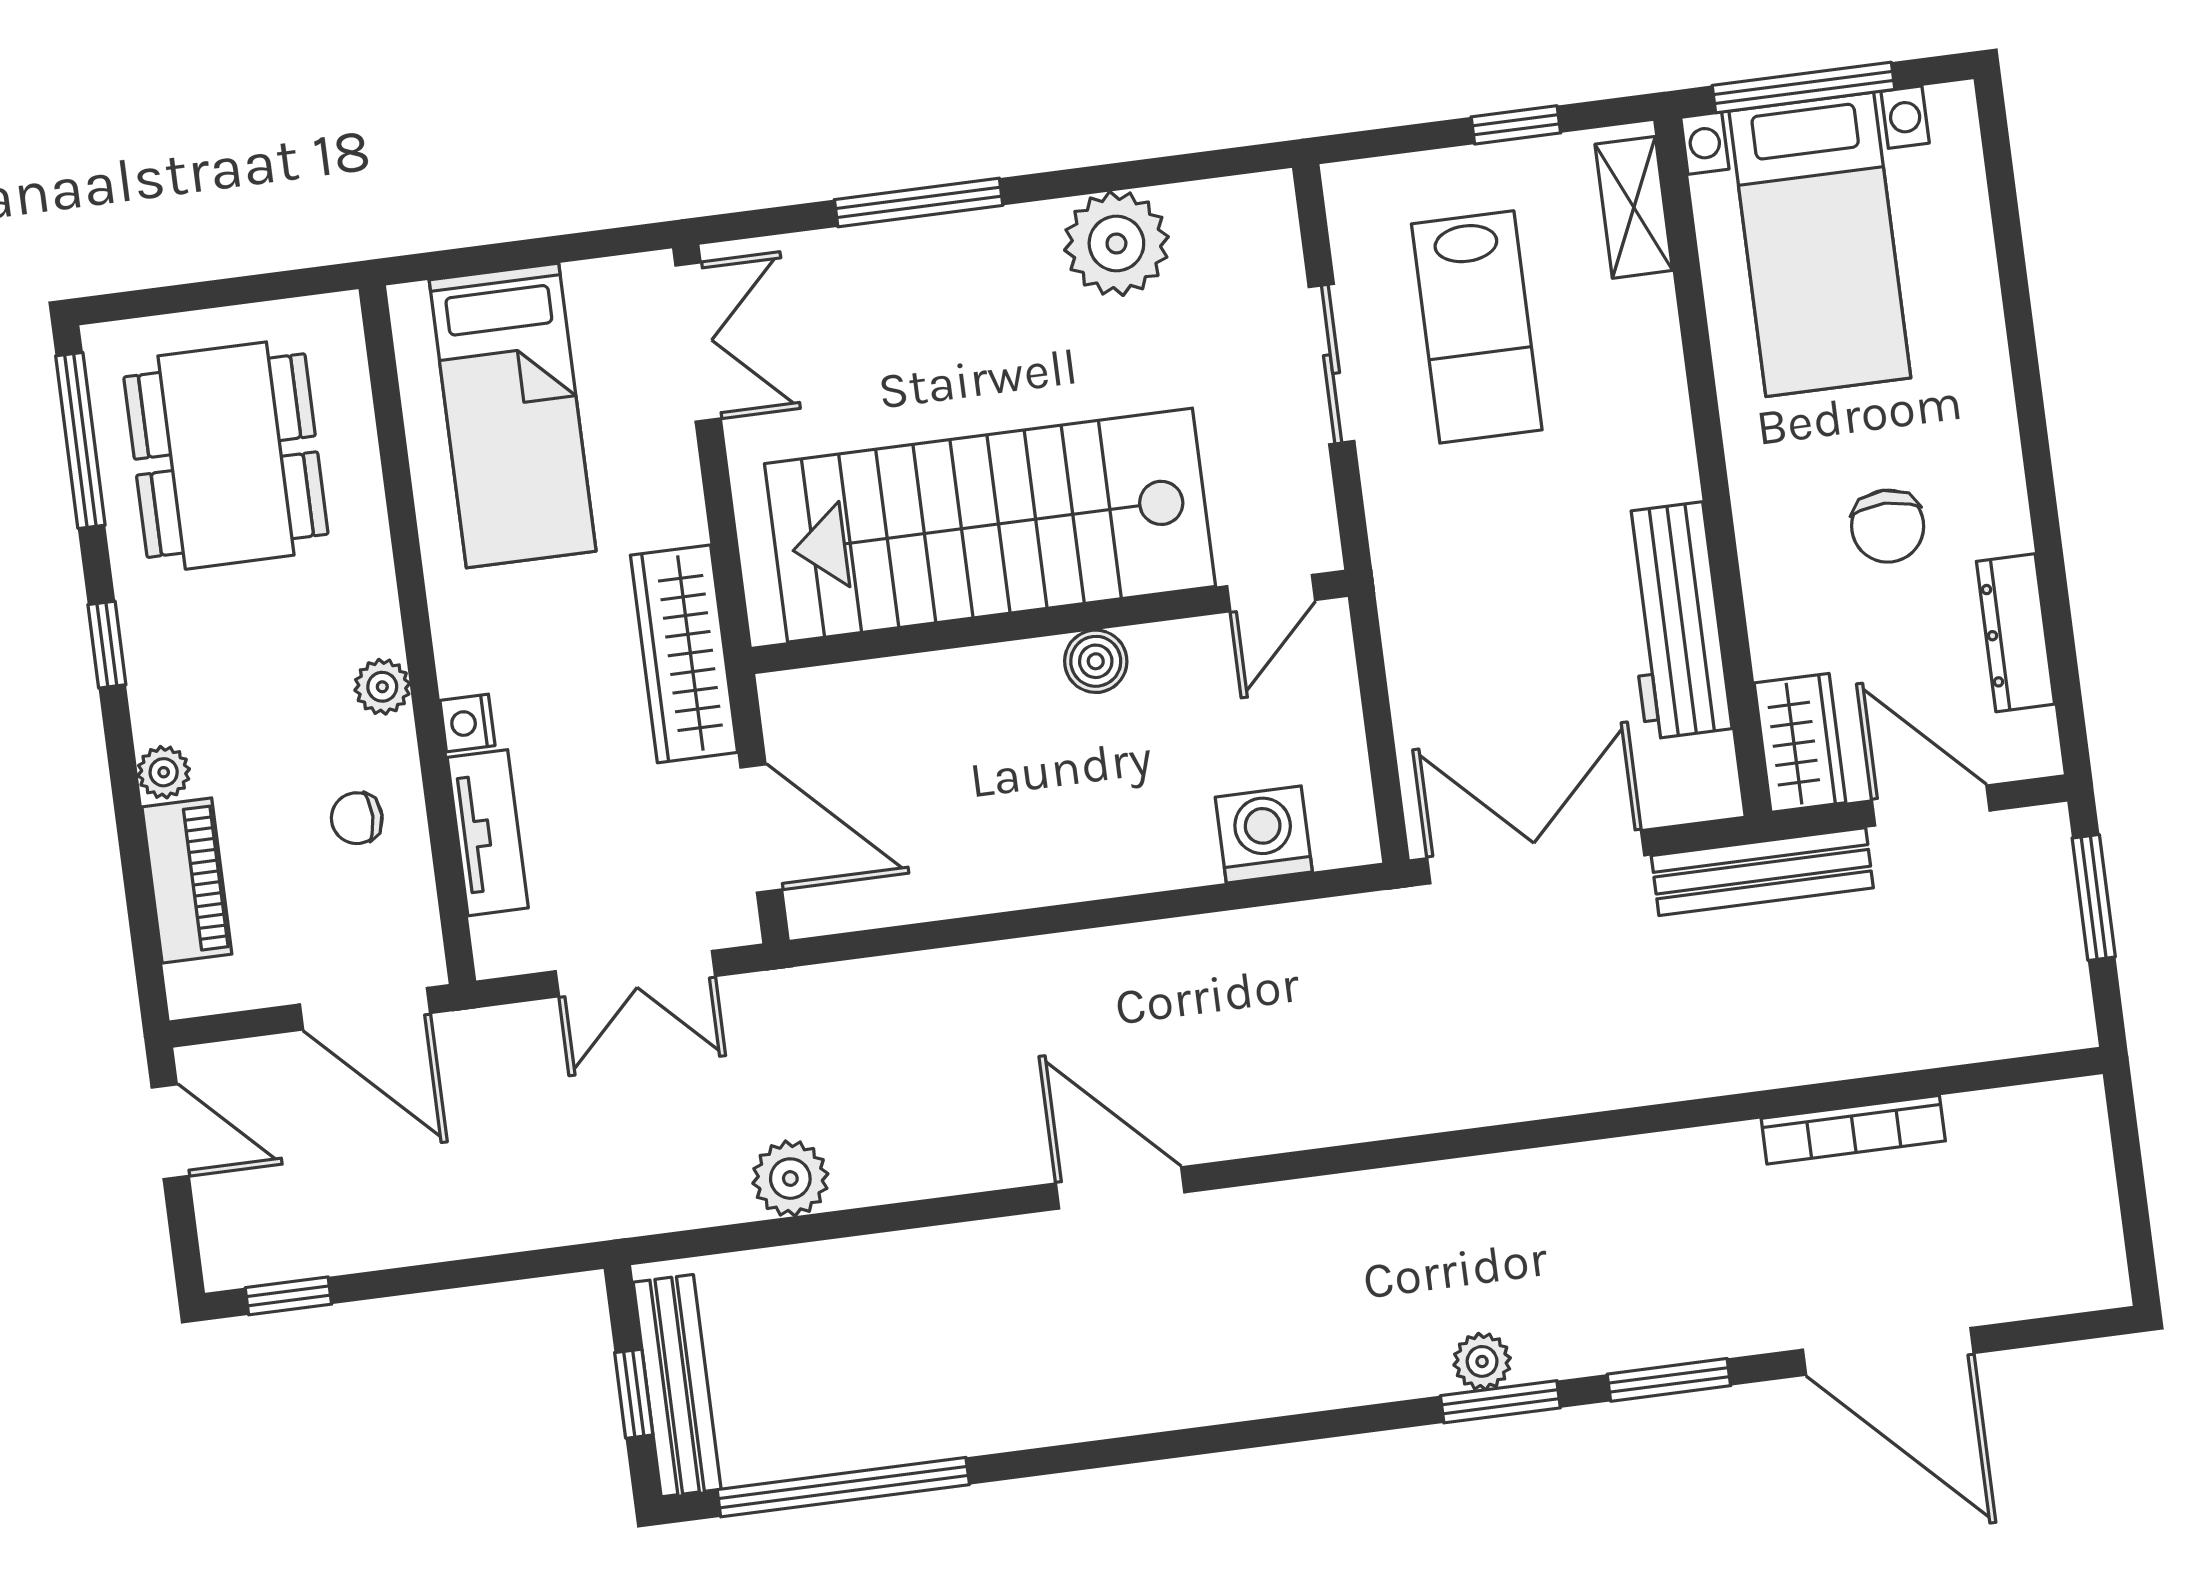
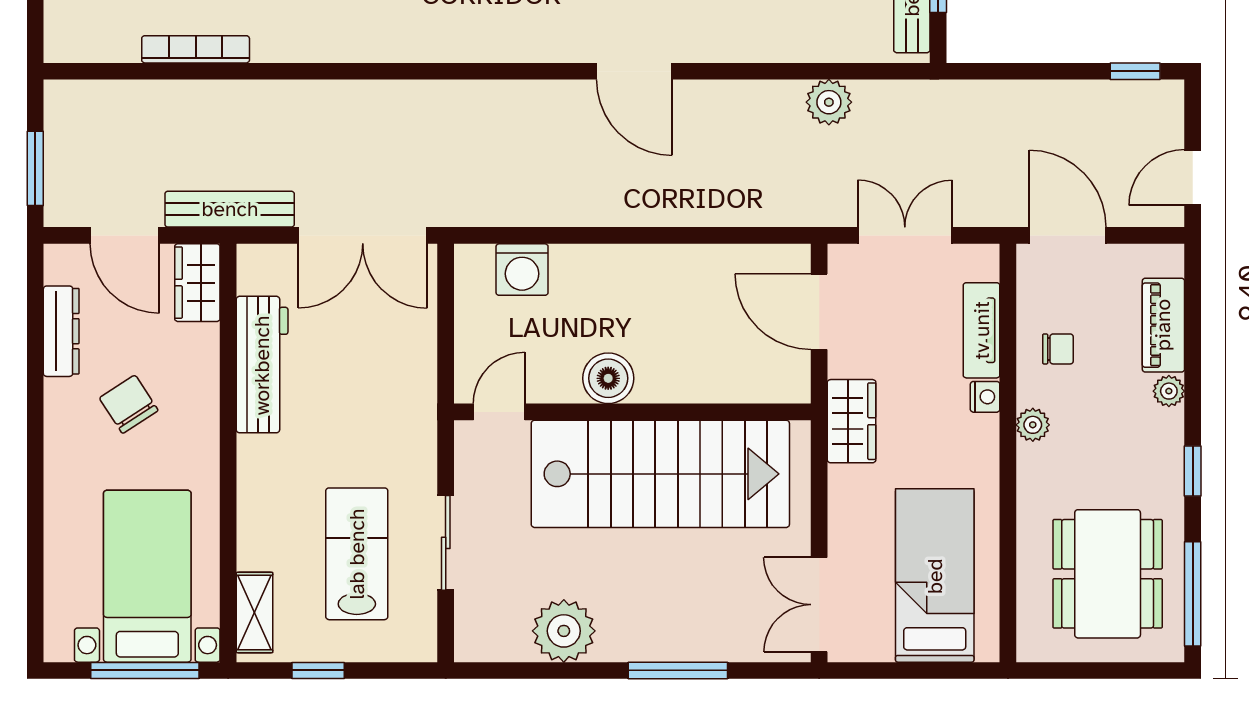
chair: (1888, 526) -> (129, 404), turned -33
wardrobe: (684, 654) -> (852, 421), width x0.67
boiler: (1096, 661) -> (608, 378), width x1.36, depth x1.36
door: (170, 1132) -> (1193, 178), hinge flipped

